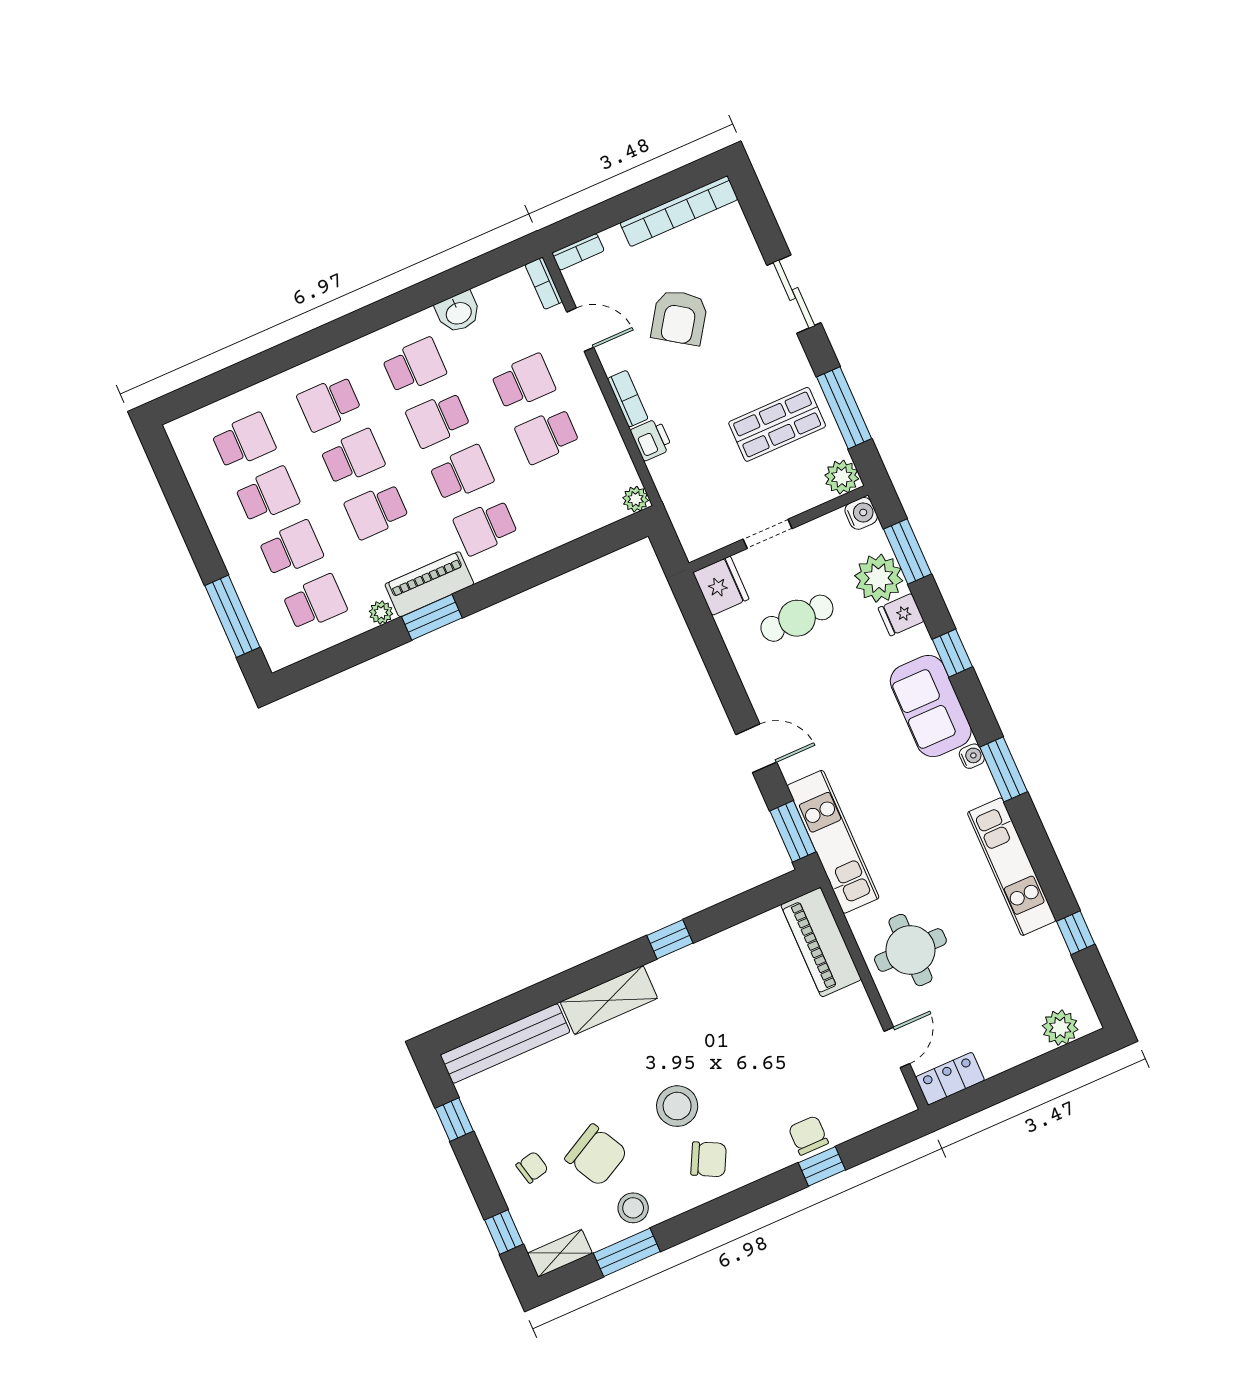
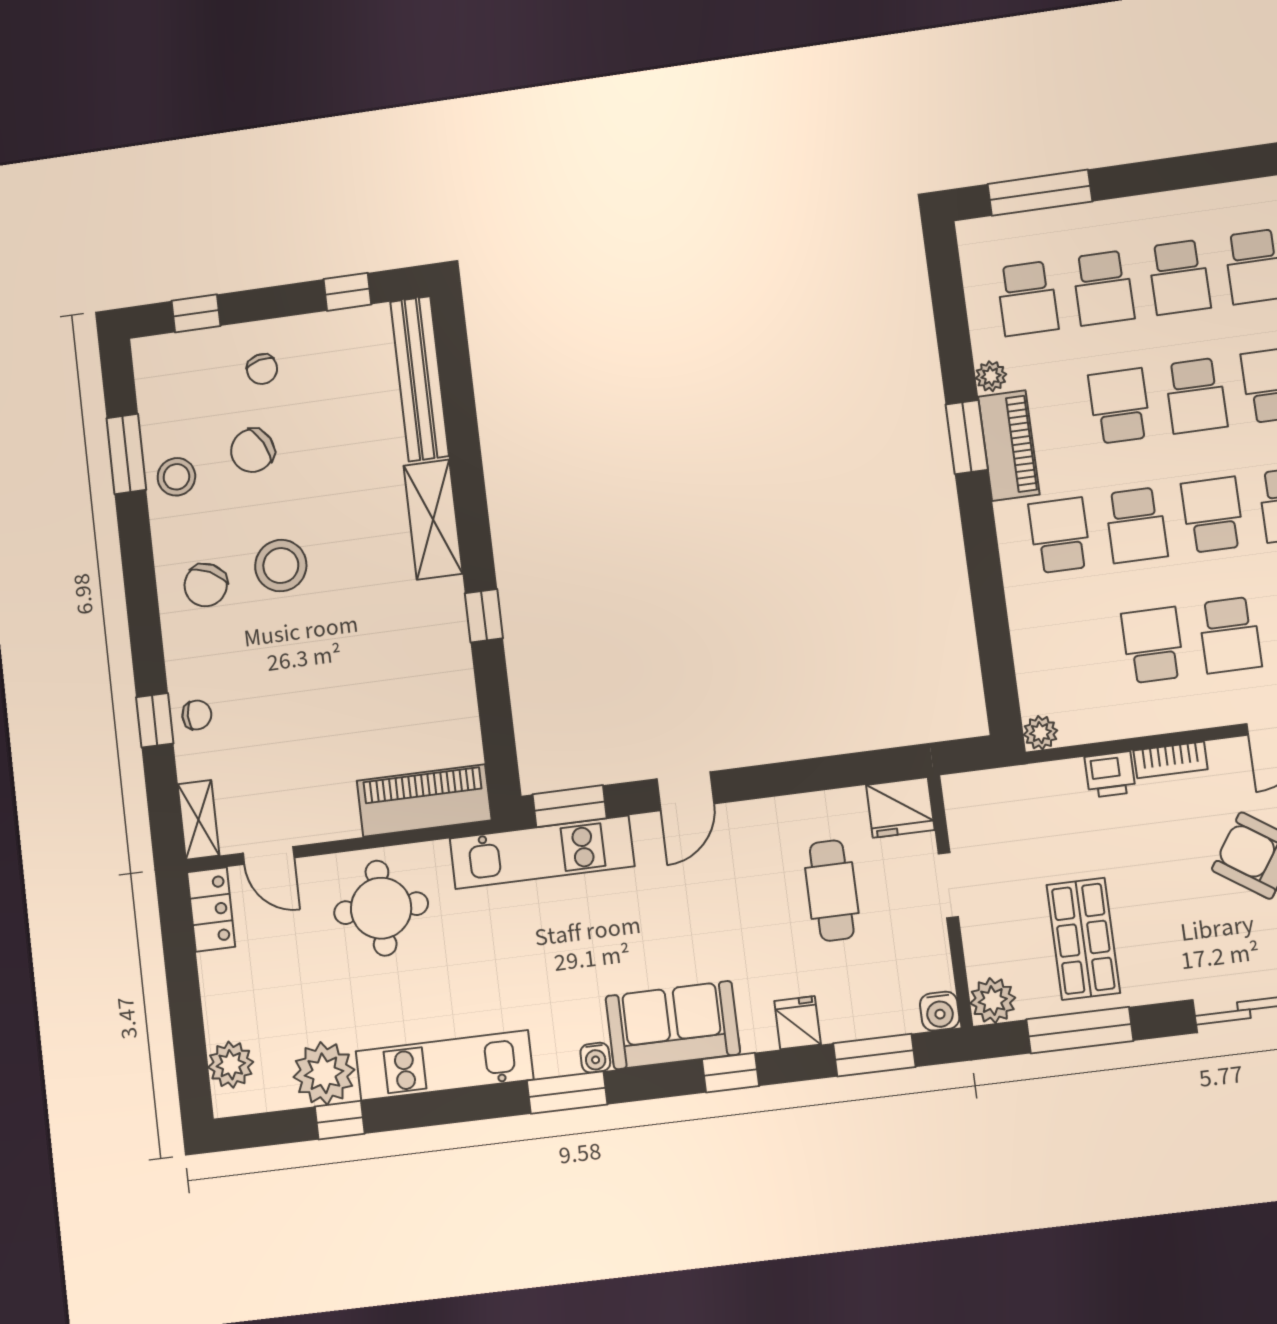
plant: (879, 578) -> (324, 1073), moved
chair: (808, 1135) -> (197, 715), width x0.73, depth x0.73
chair: (596, 1155) -> (253, 451), width x0.73, depth x0.73
shelving: (560, 1253) -> (199, 820), moved

